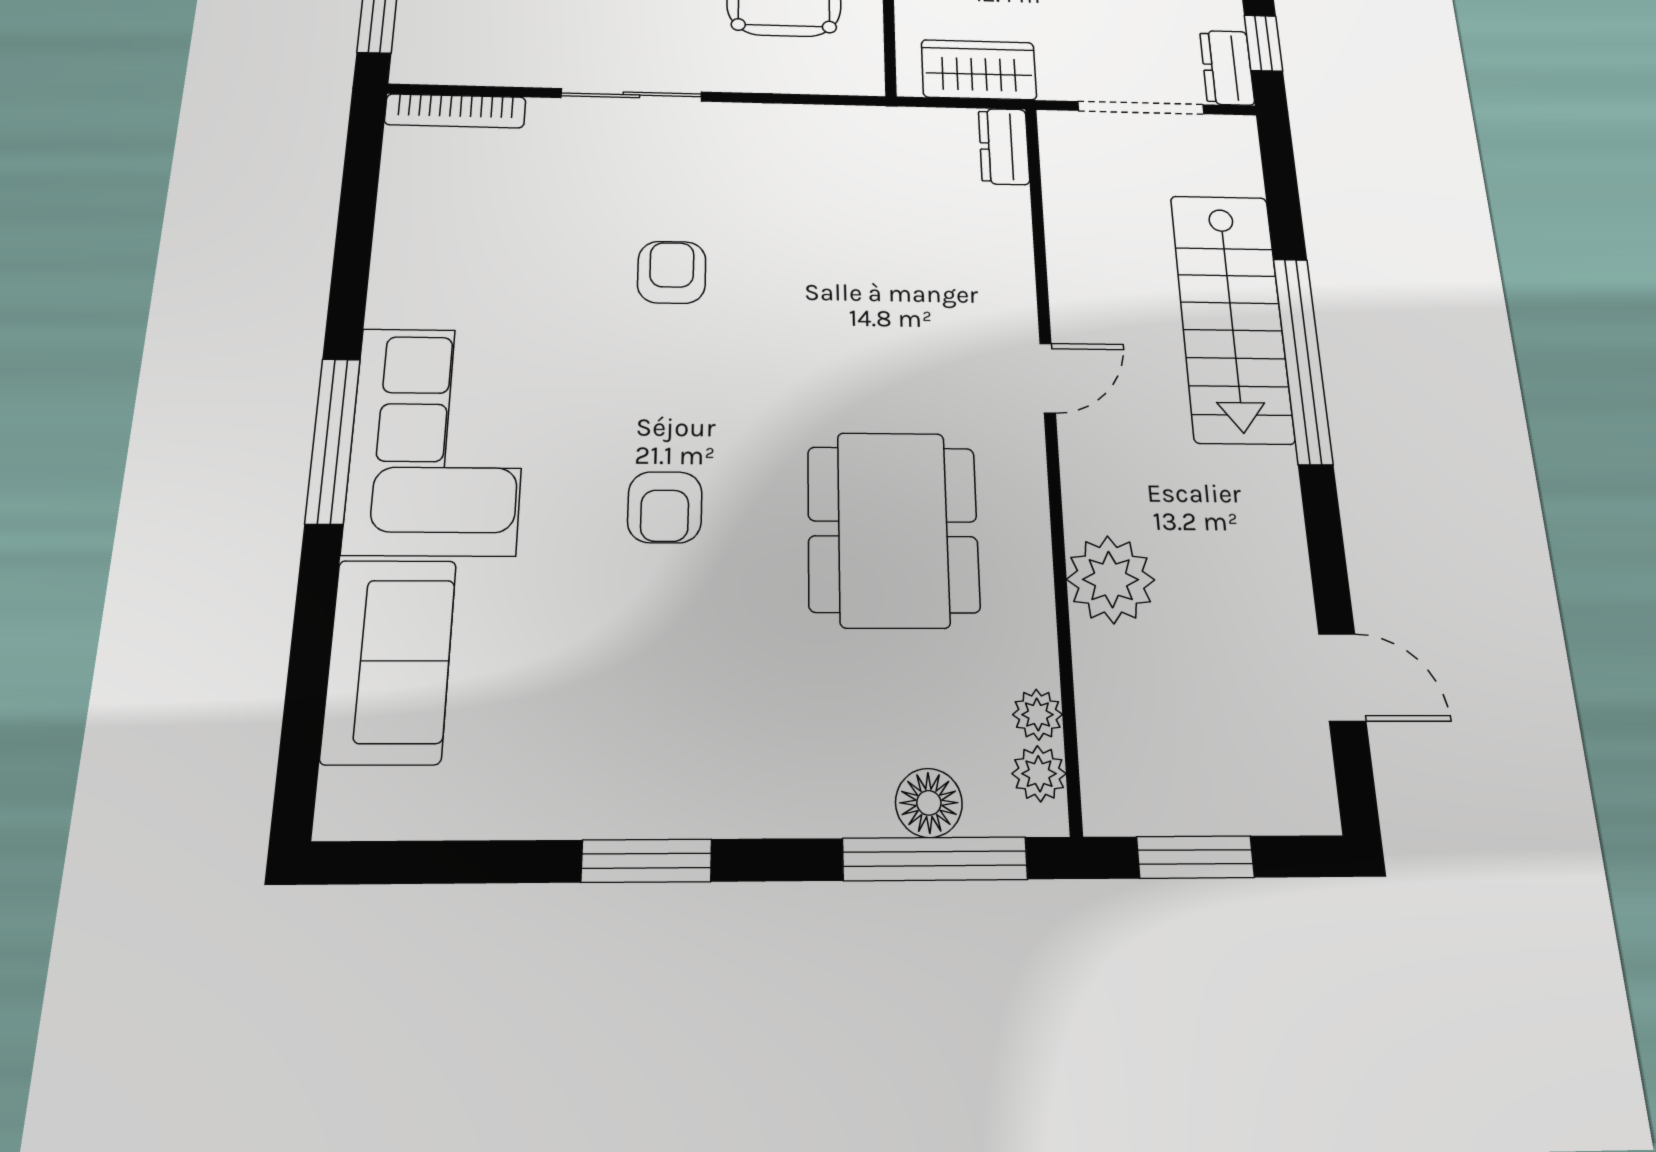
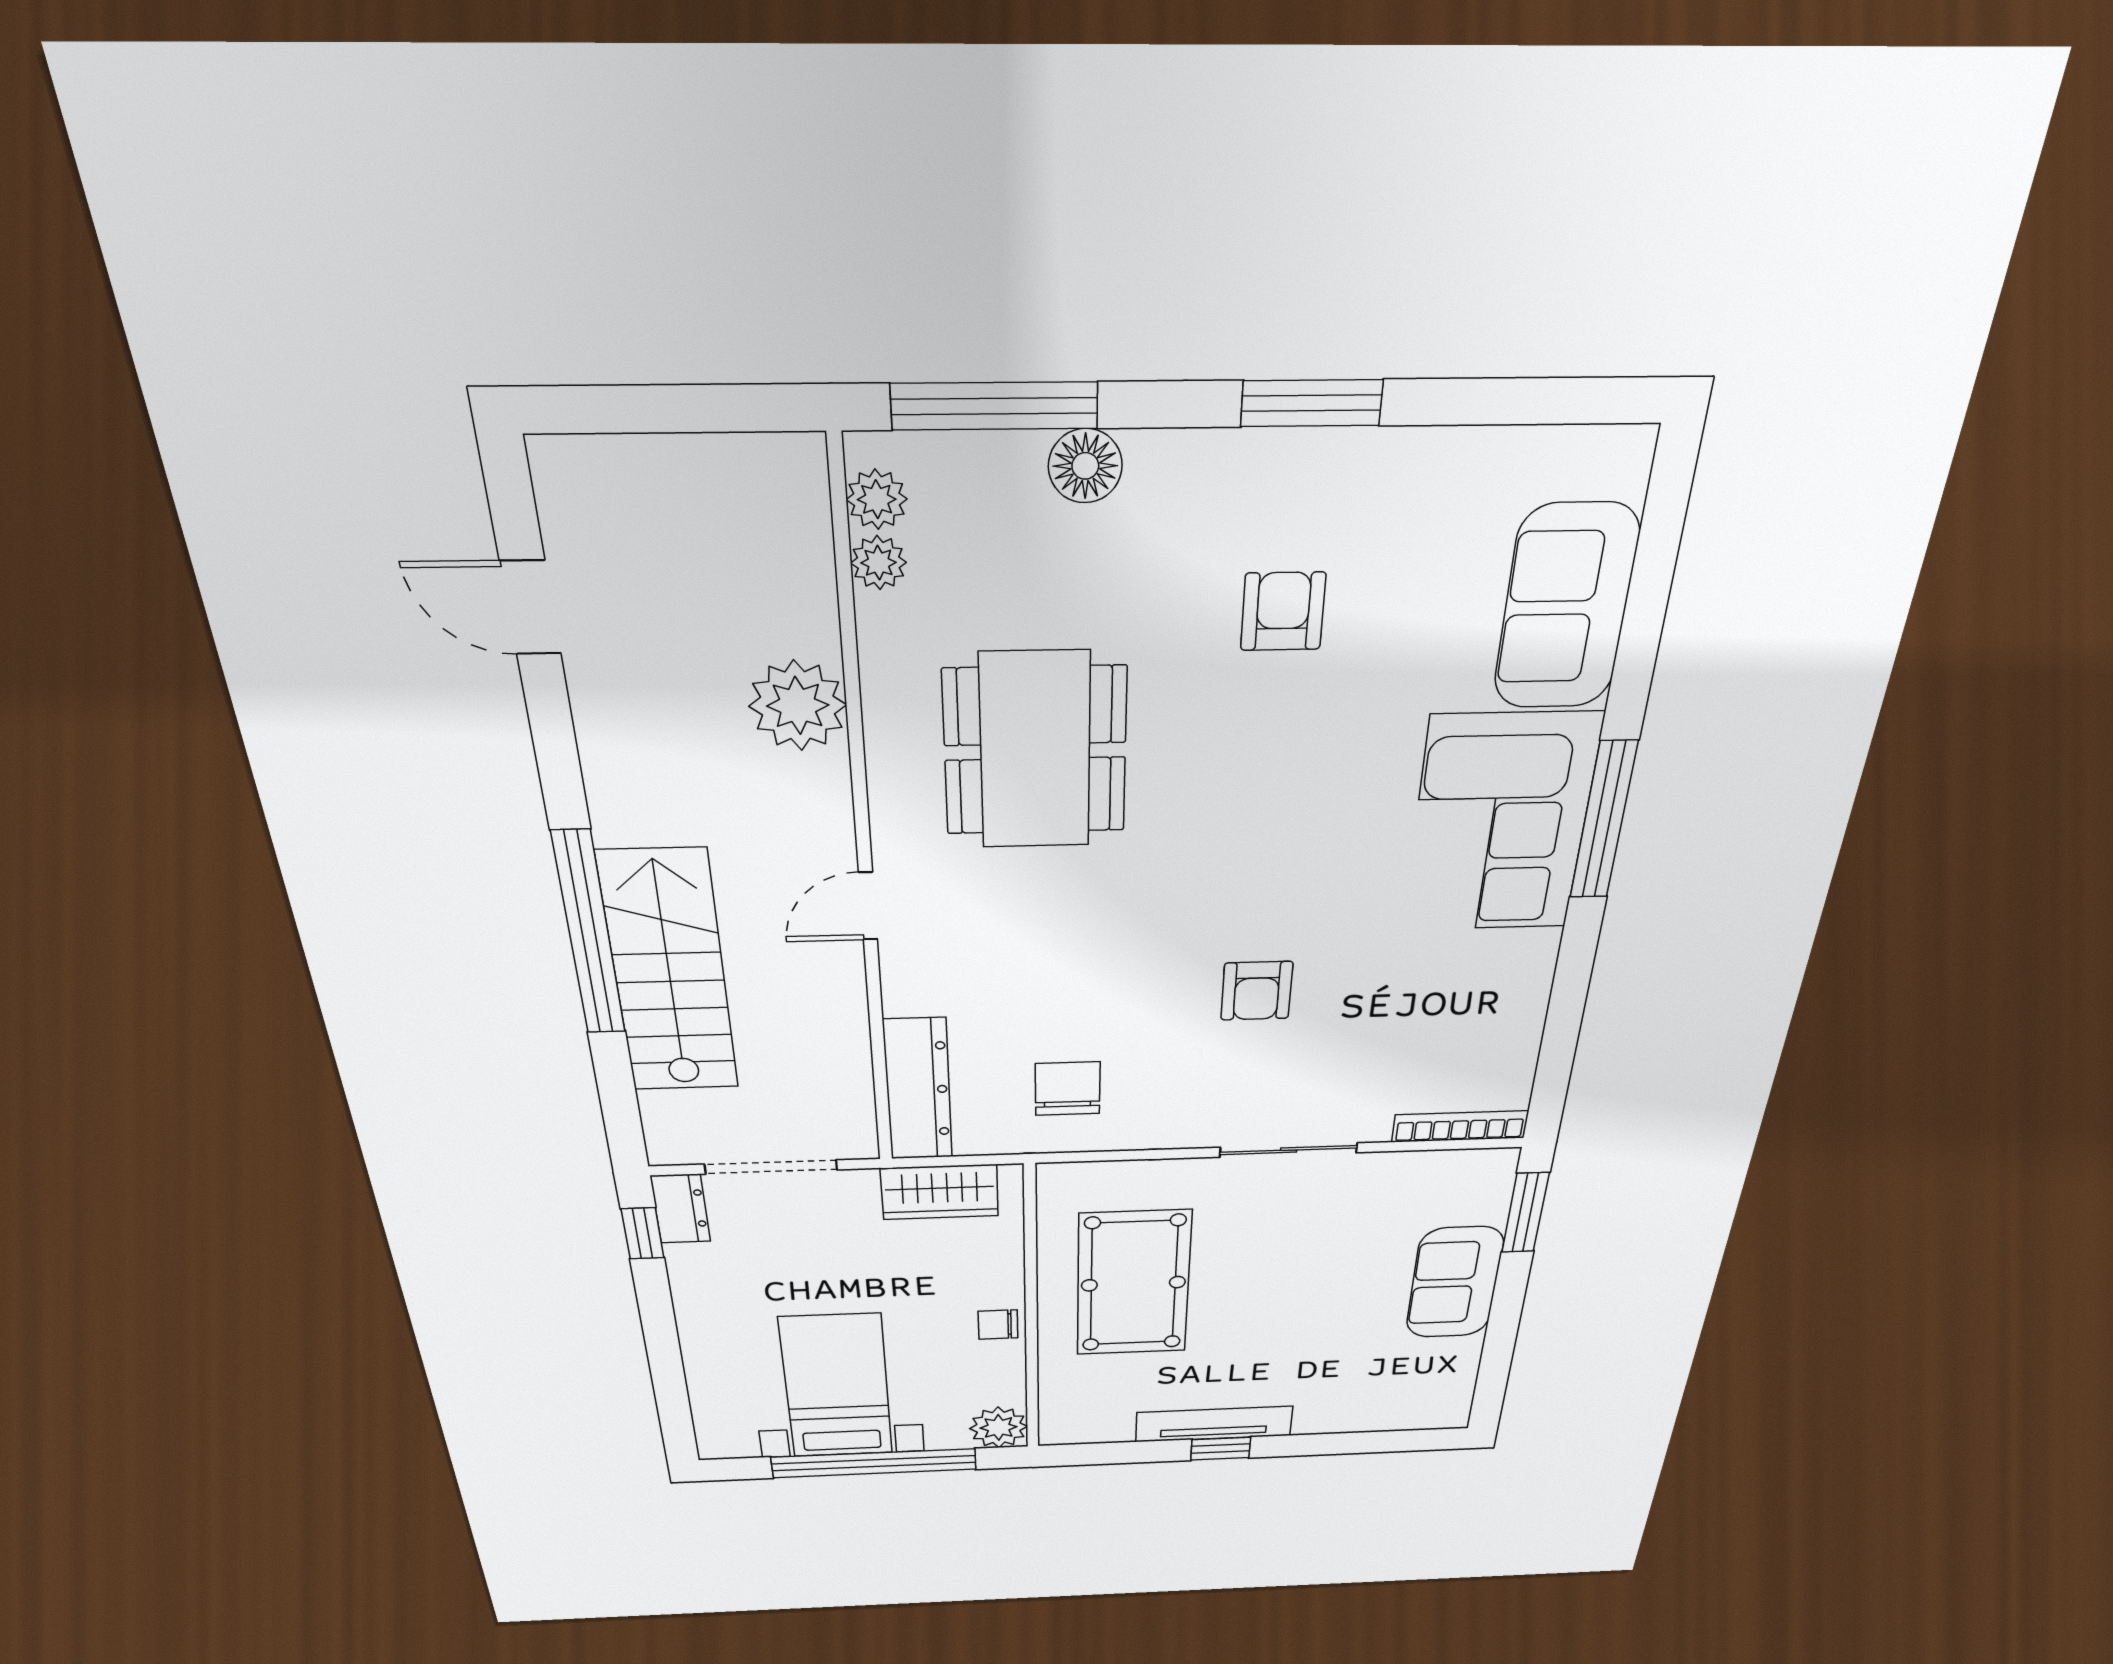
dresser: (1004, 146) -> (918, 1090), width x1.96, depth x1.24
chair: (855, 176) -> (1068, 1089), added
armchair: (665, 507) -> (1283, 611), moved
floor lamp: (929, 803) -> (1085, 466), moved
window: (1195, 857) -> (696, 409), removed

